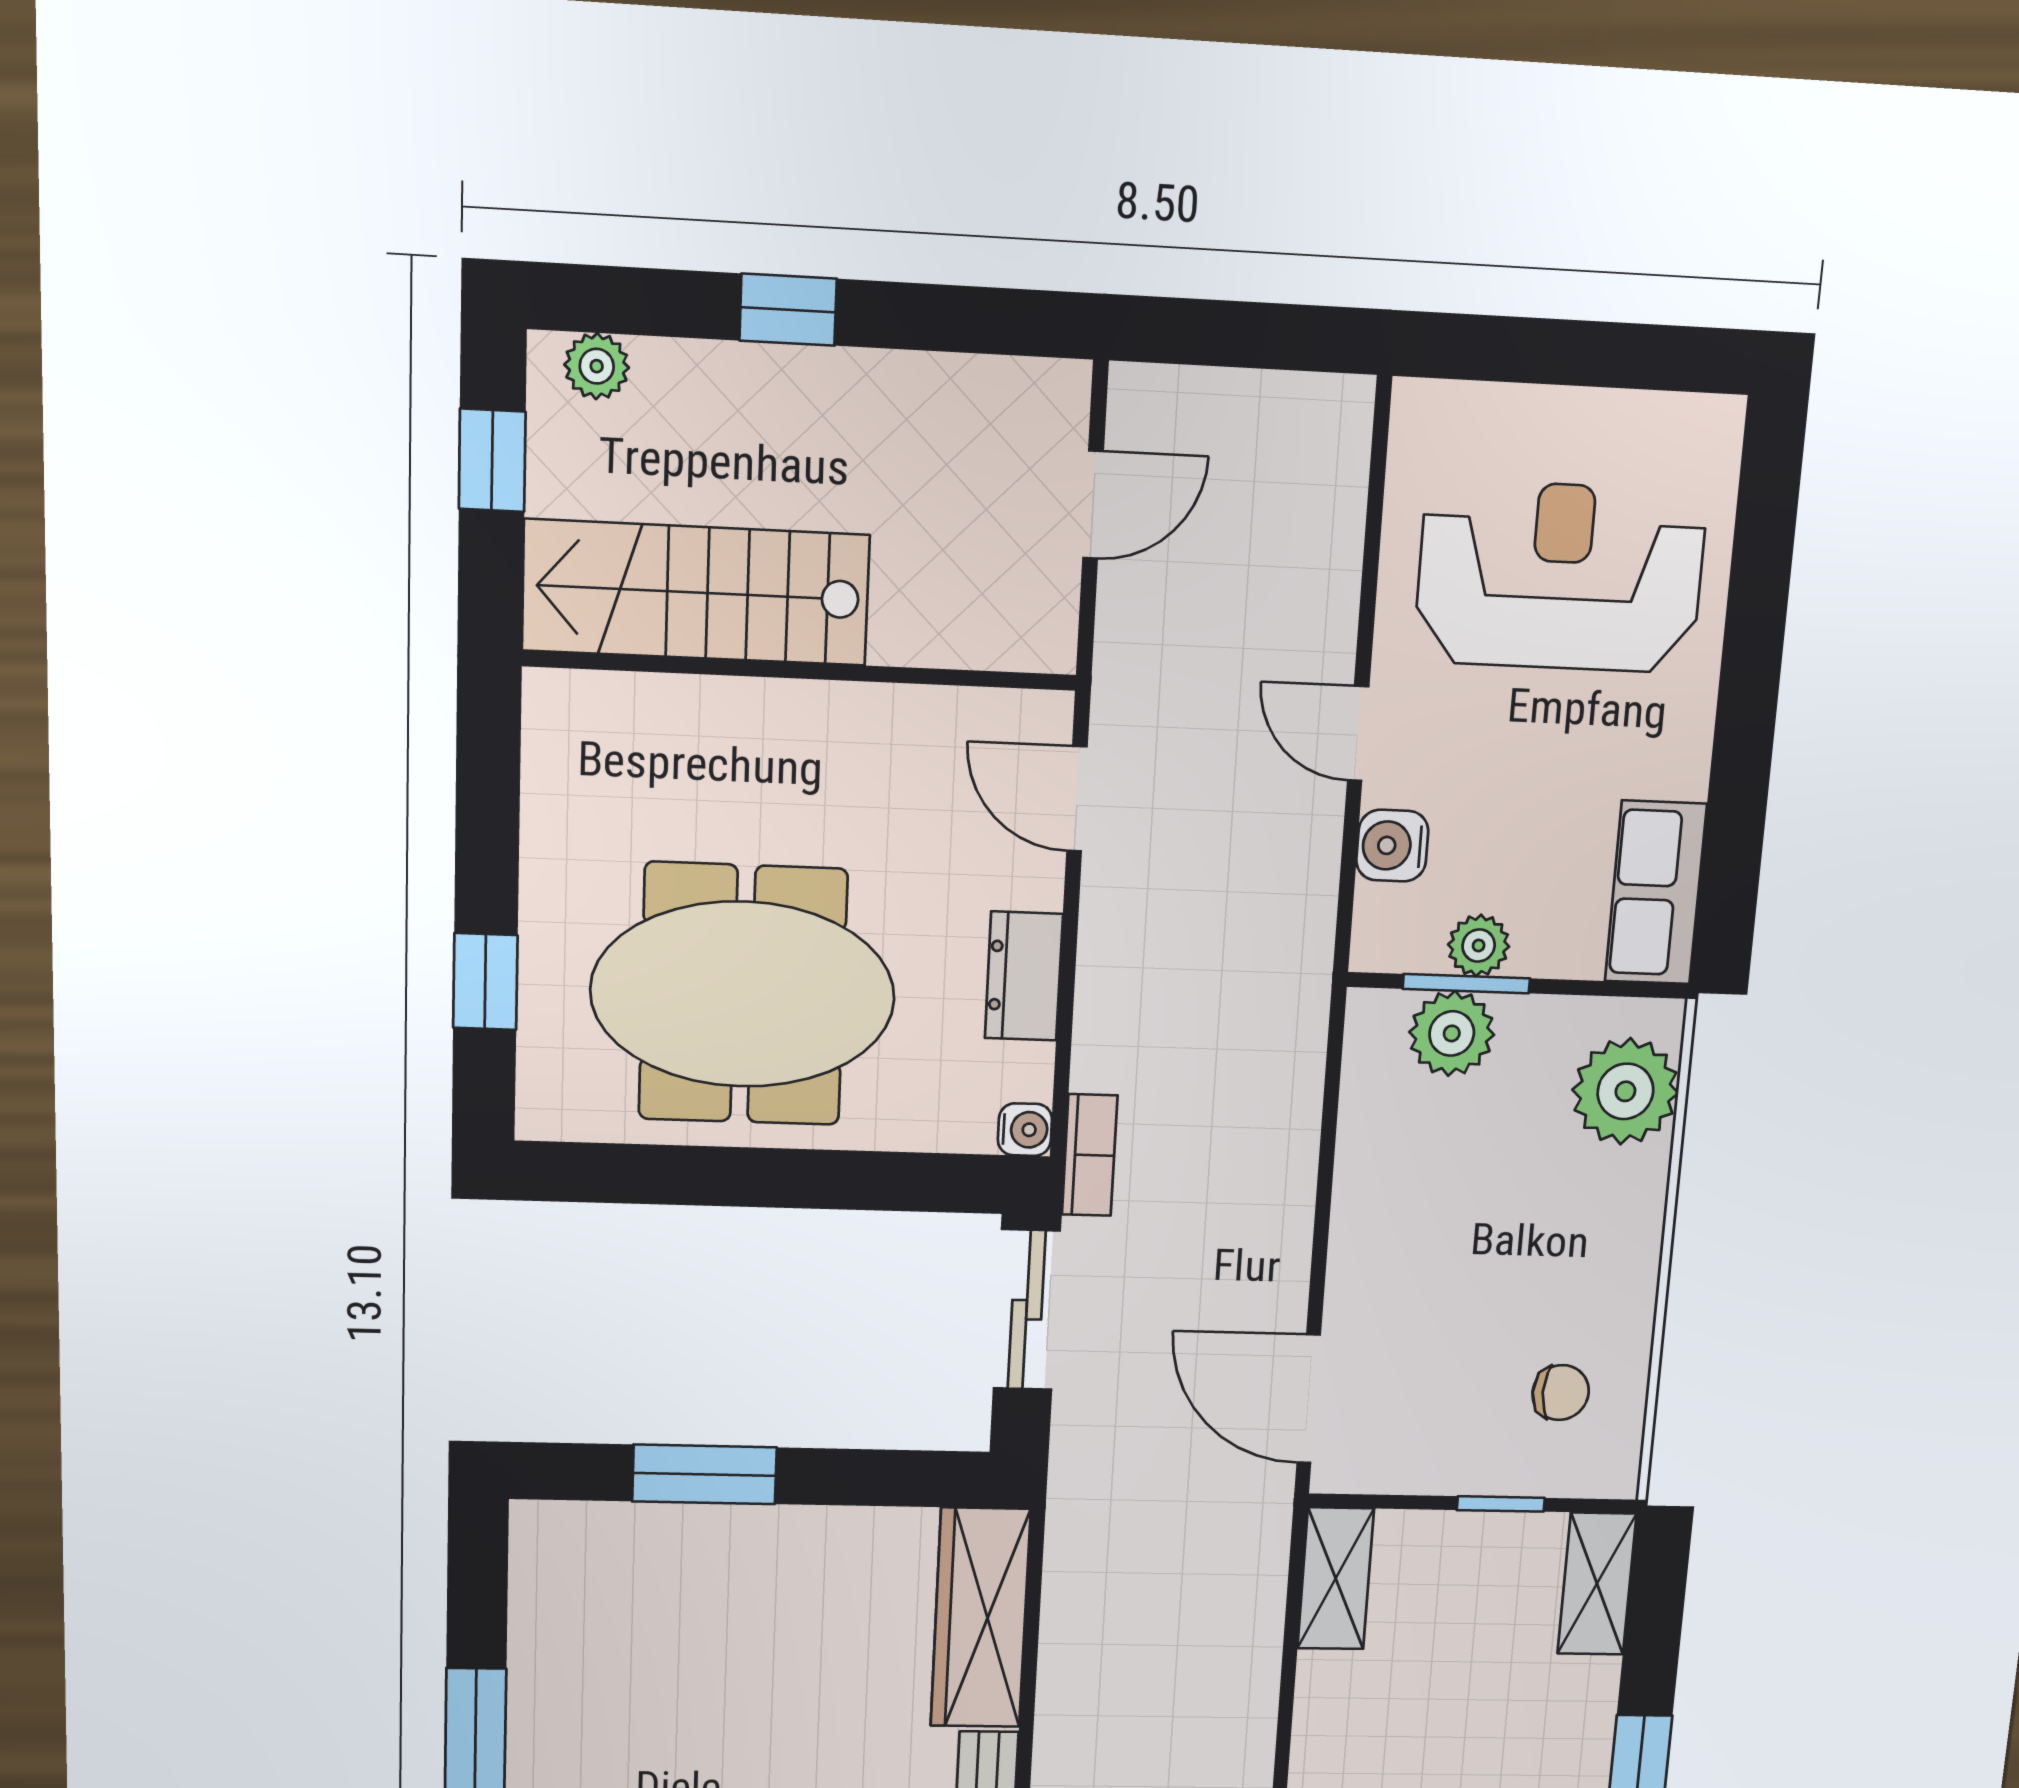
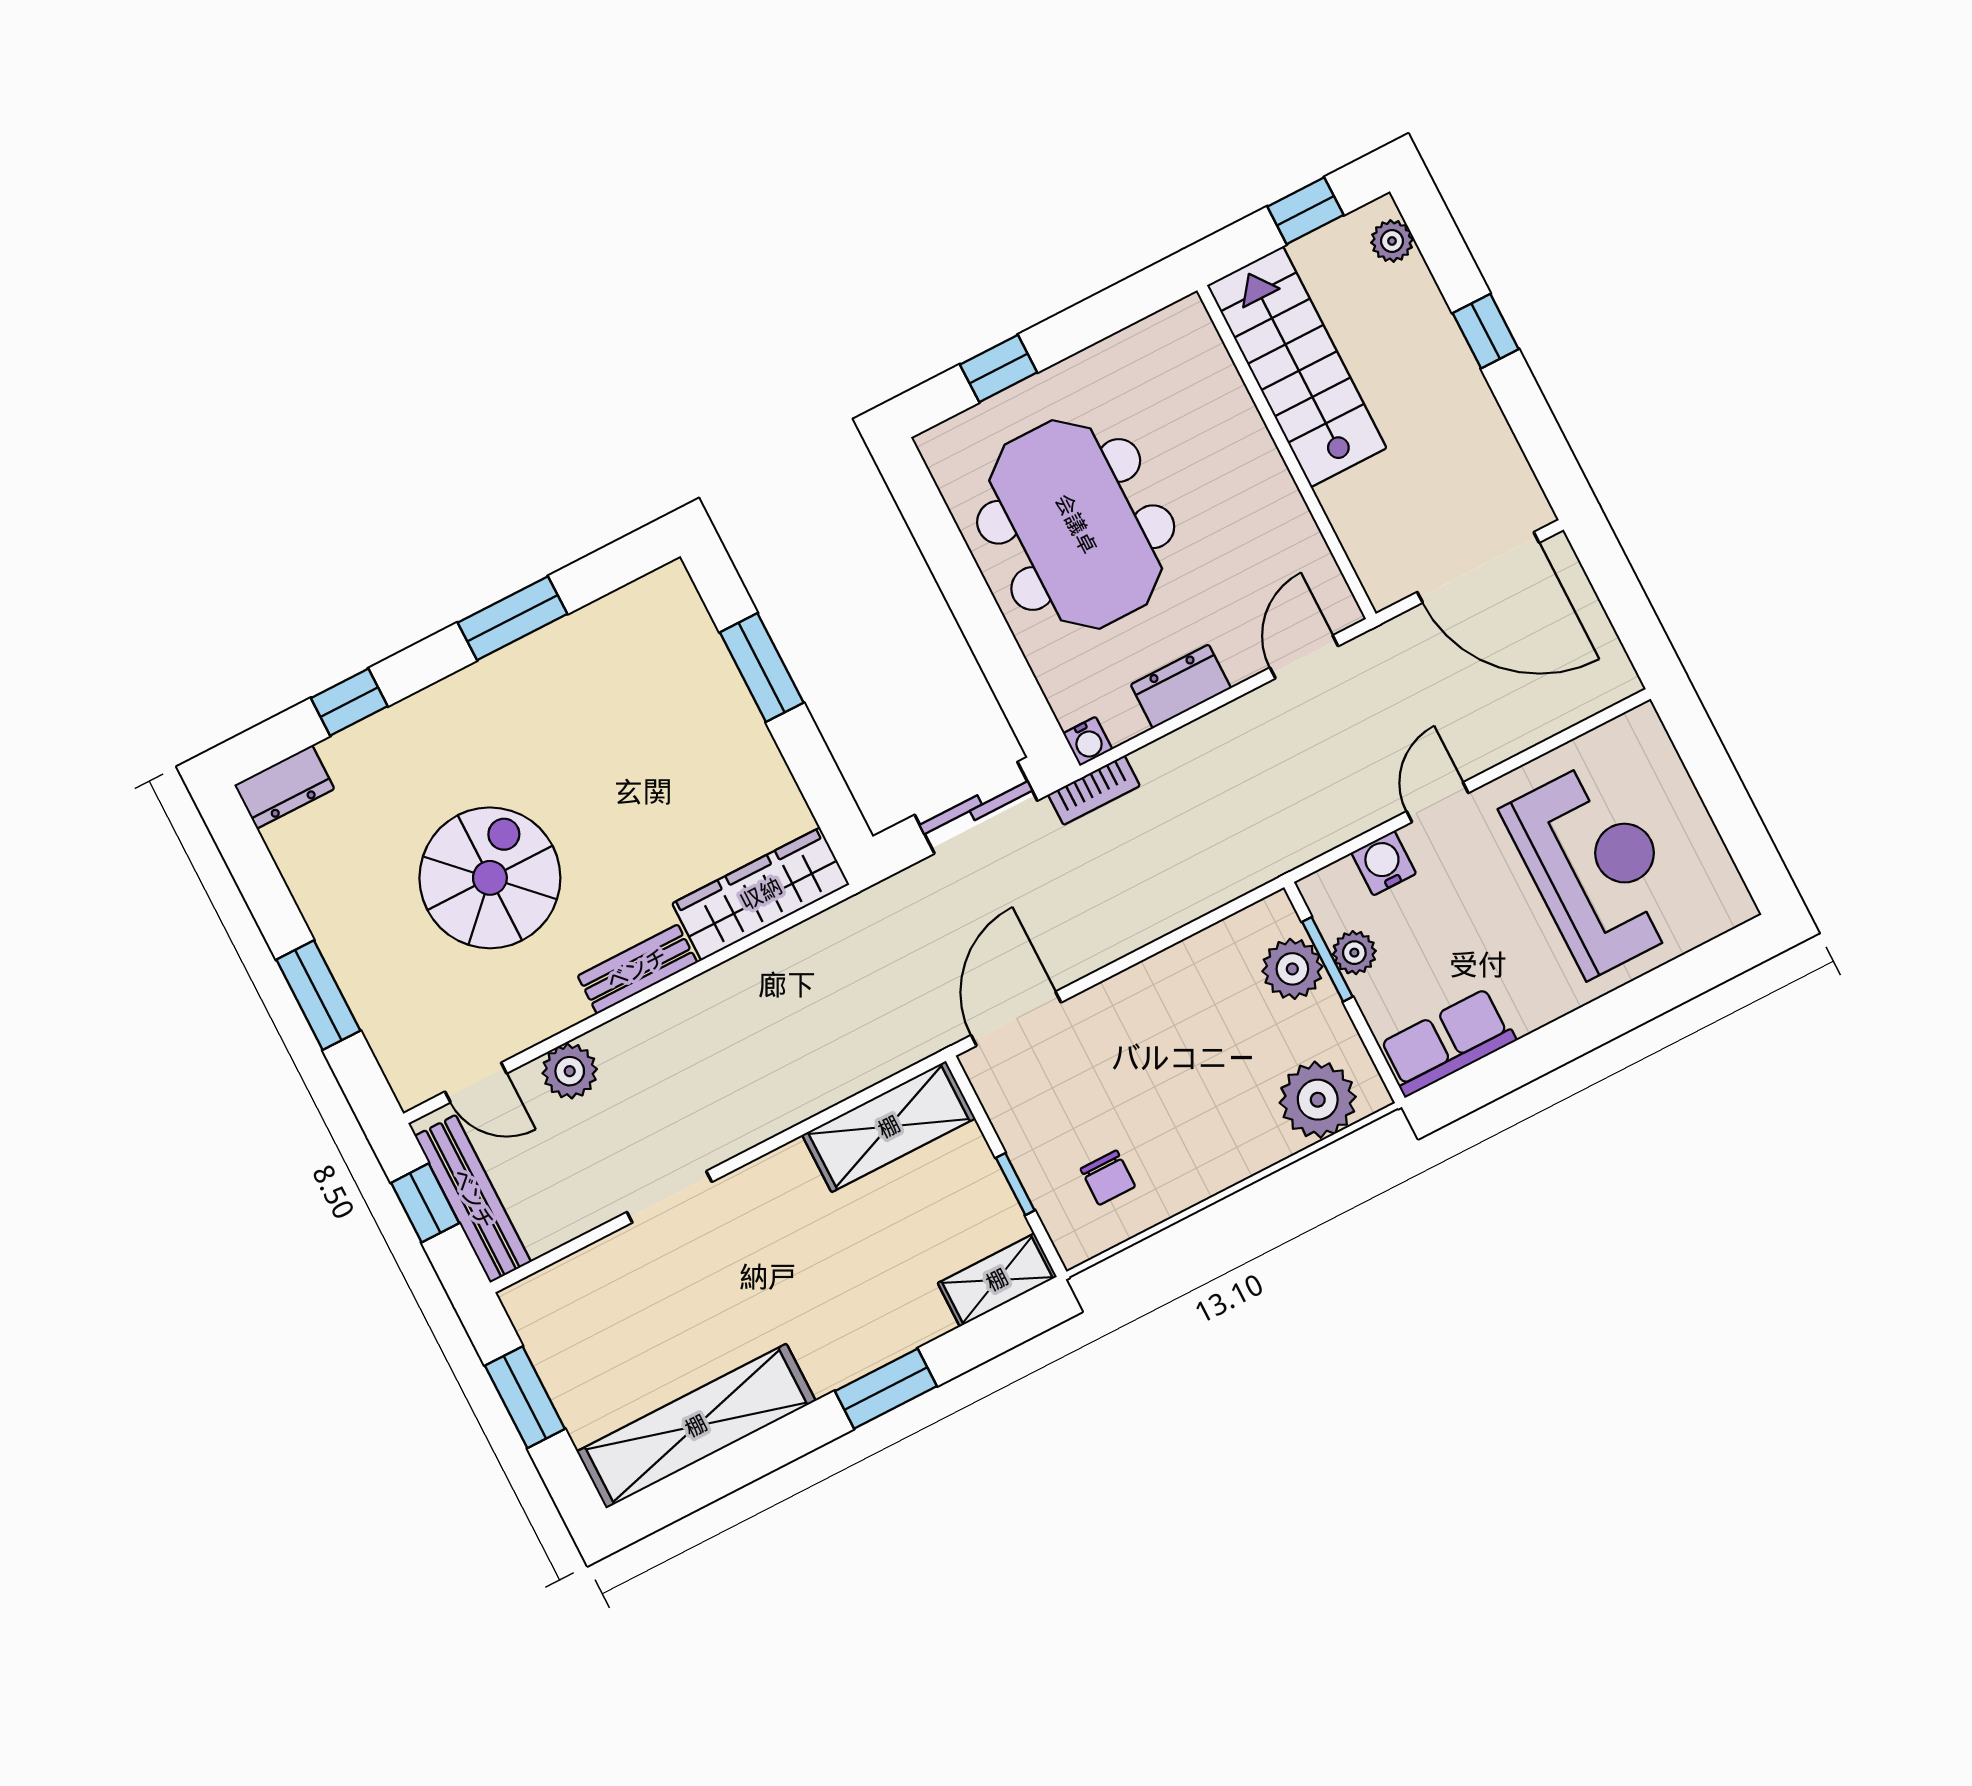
door: (1093, 505) -> (1478, 567), width x1.87
shelving: (1336, 1579) -> (889, 1127), width x1.50, depth x1.33

